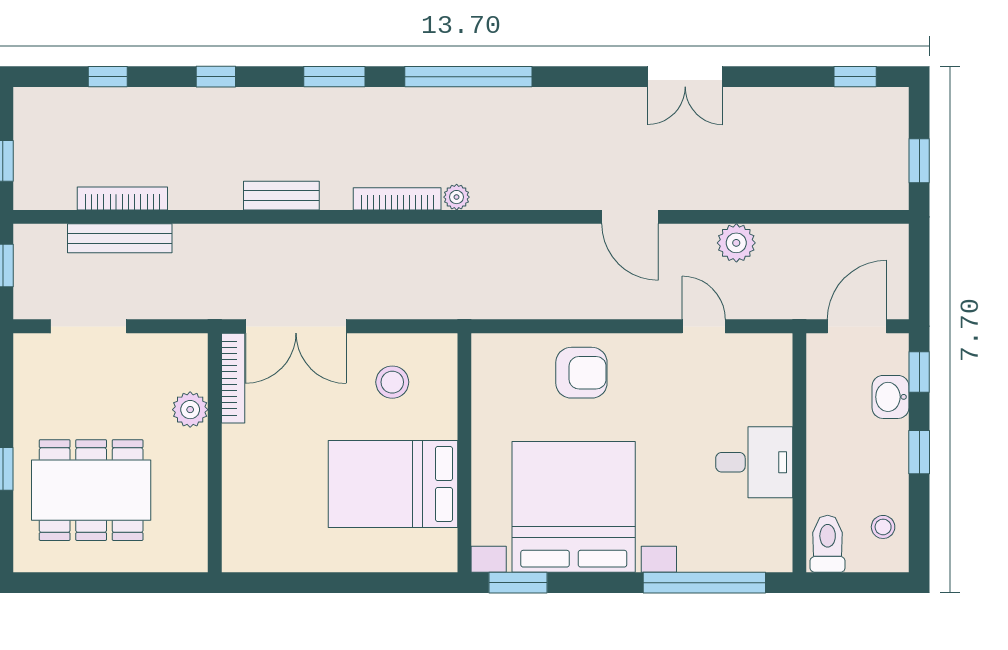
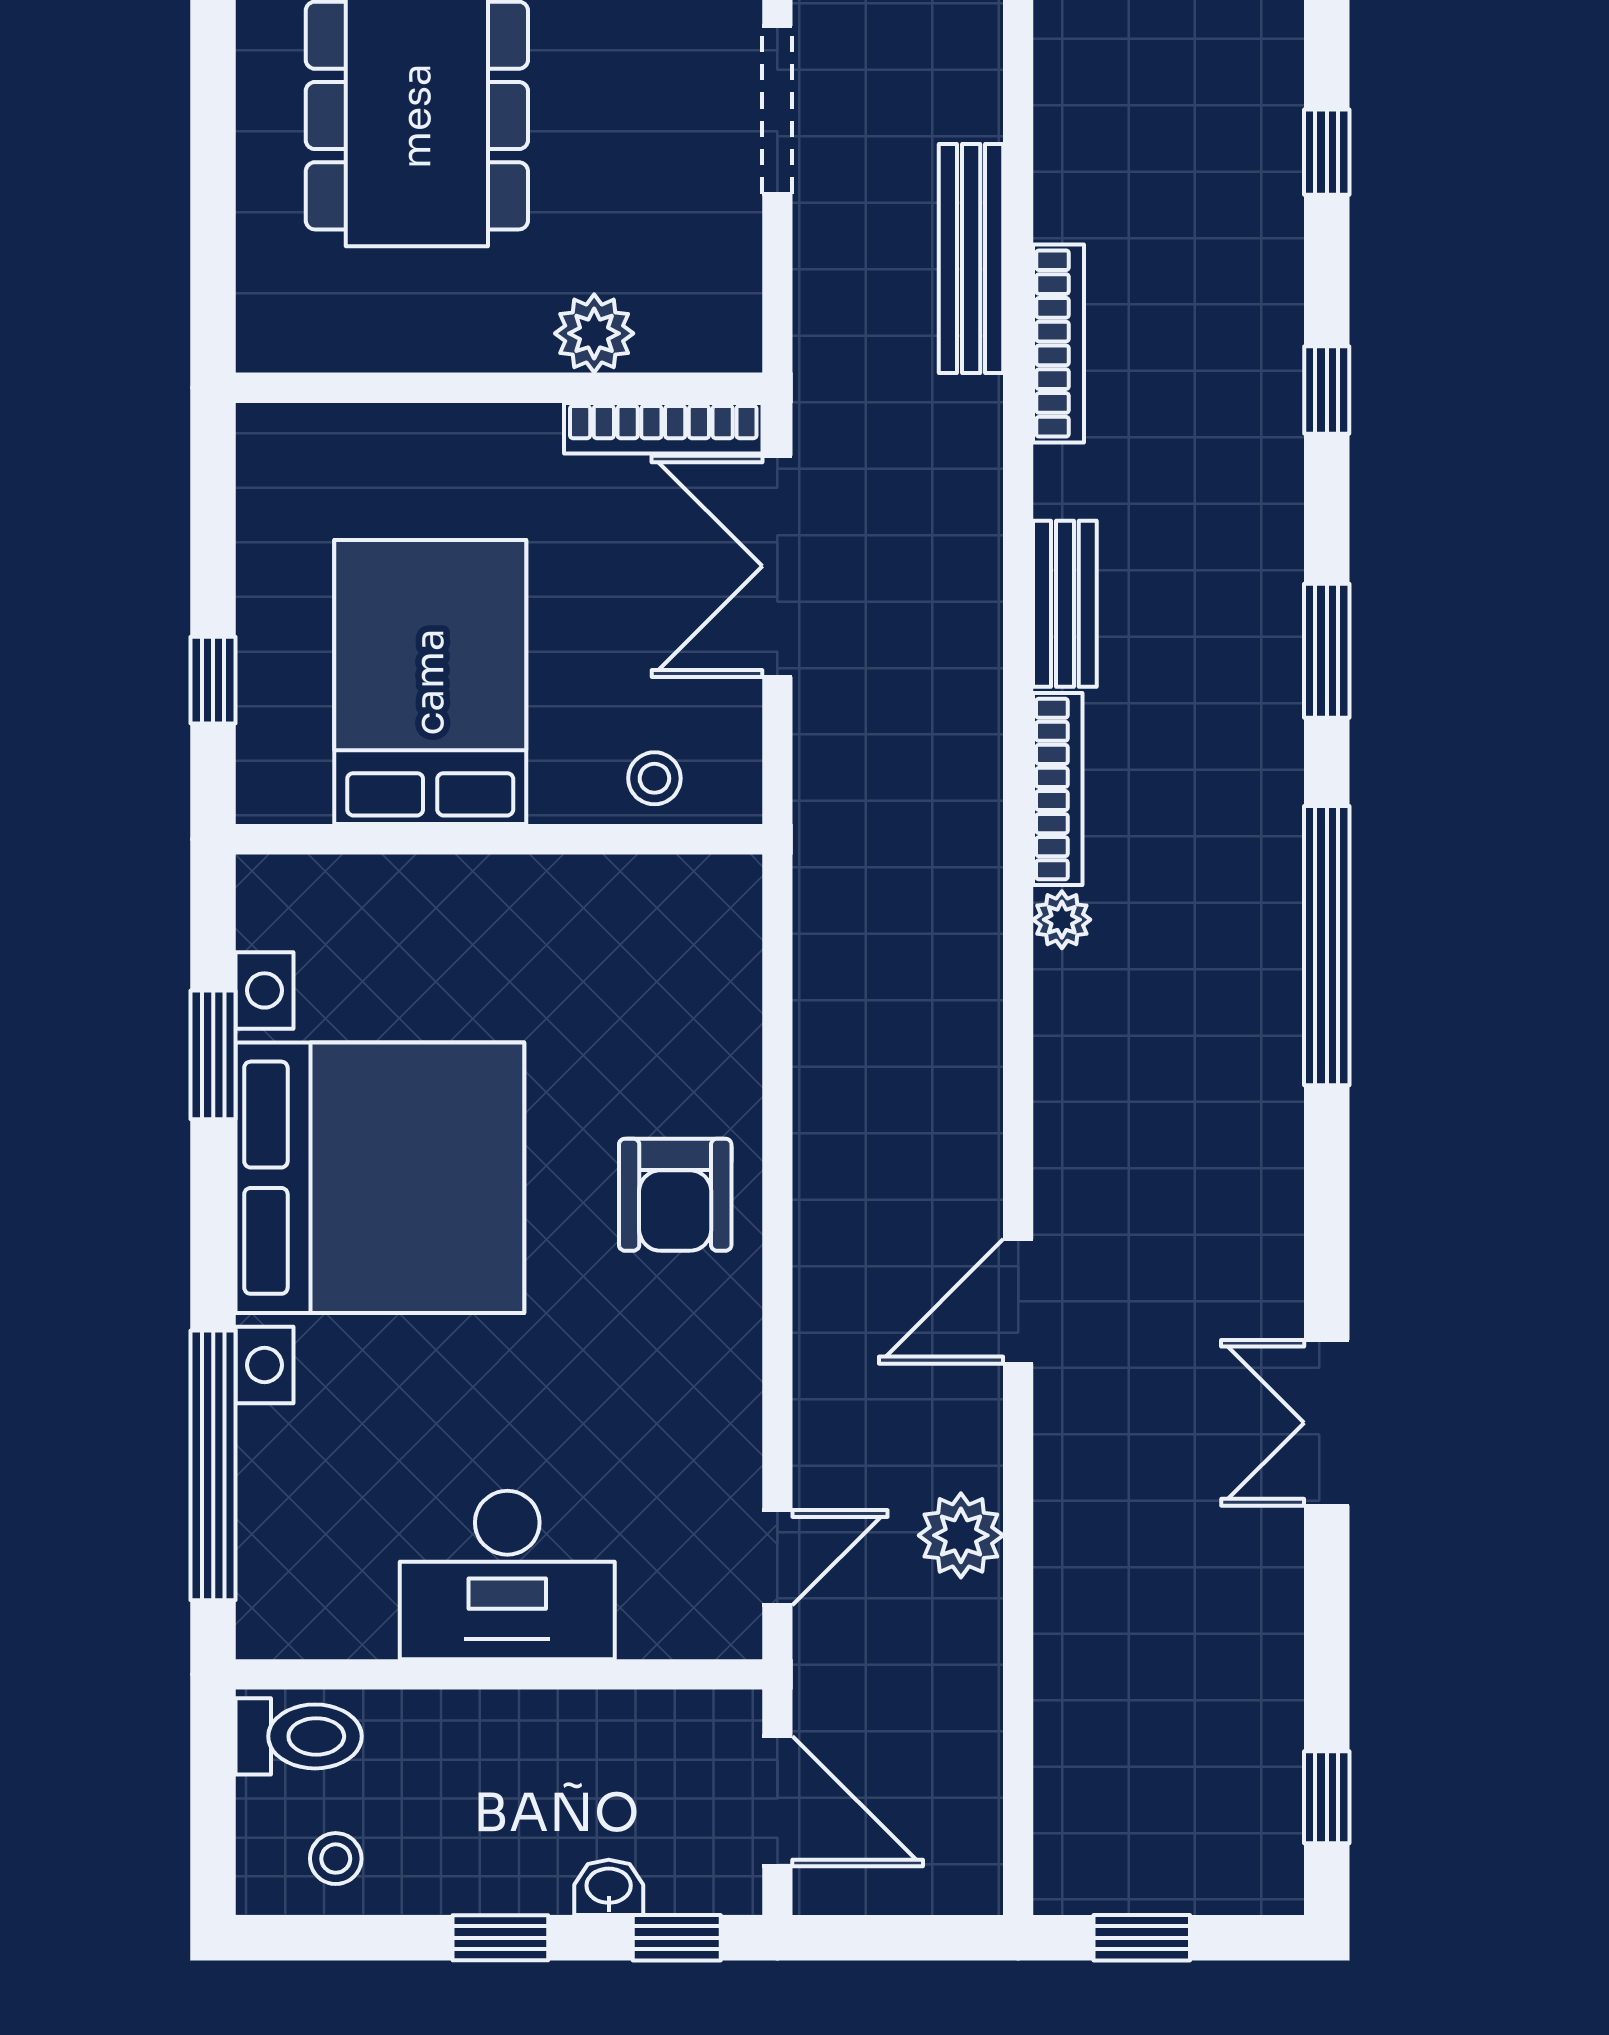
bench: (281, 196) -> (1065, 604), moved
bookcase: (122, 199) -> (1059, 343), moved
bench: (120, 238) -> (971, 258), moved
door: (704, 326) -> (777, 1558), moved
stool: (392, 382) -> (654, 778), width x0.73, depth x0.73
washbasin: (891, 397) -> (609, 1887), width x0.72, depth x0.69
wall: (464, 453) -> (499, 839), moved
desk: (754, 462) -> (507, 1575), width x1.37
bed: (393, 484) -> (430, 682), moved
window: (348, 583) -> (213, 680), added

